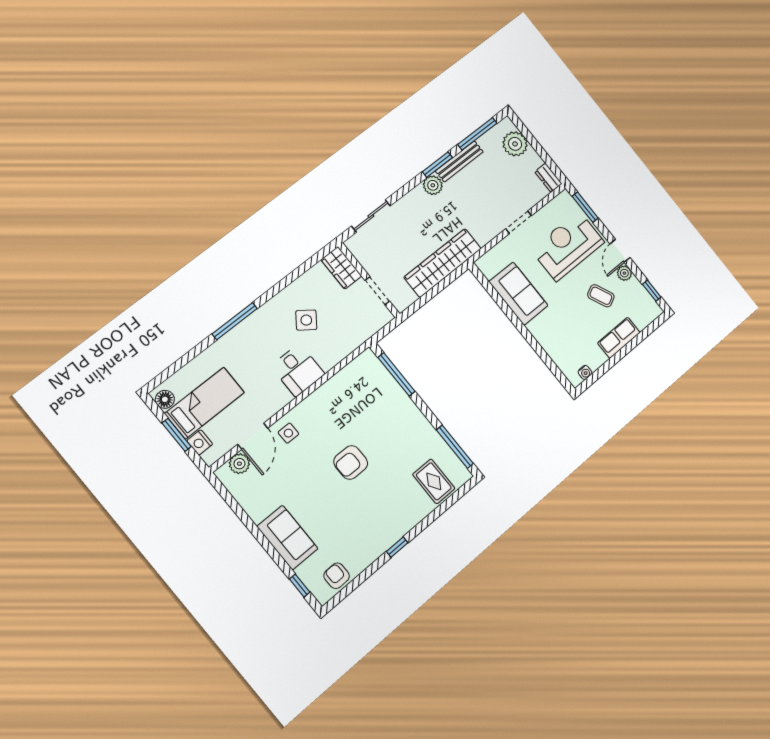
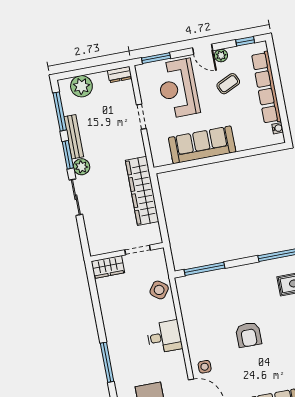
sliding door: (371, 216) -> (76, 197), moved
sofa: (518, 294) -> (202, 145), width x1.36
side table: (306, 320) -> (159, 290), moved
row of seats: (619, 338) -> (266, 88), width x2.02

